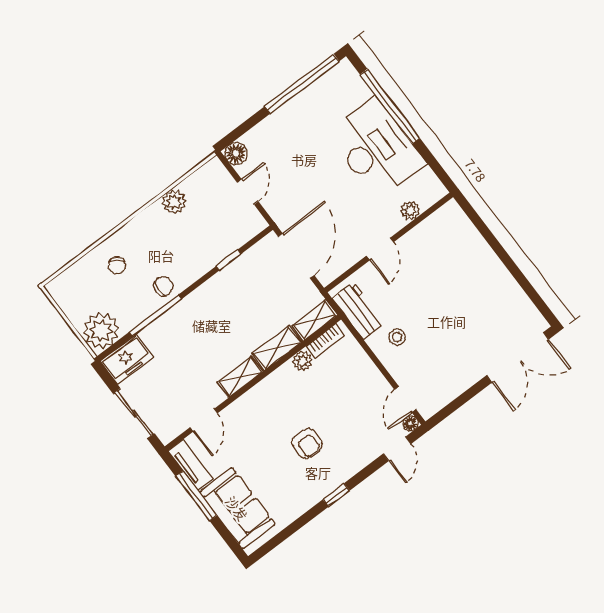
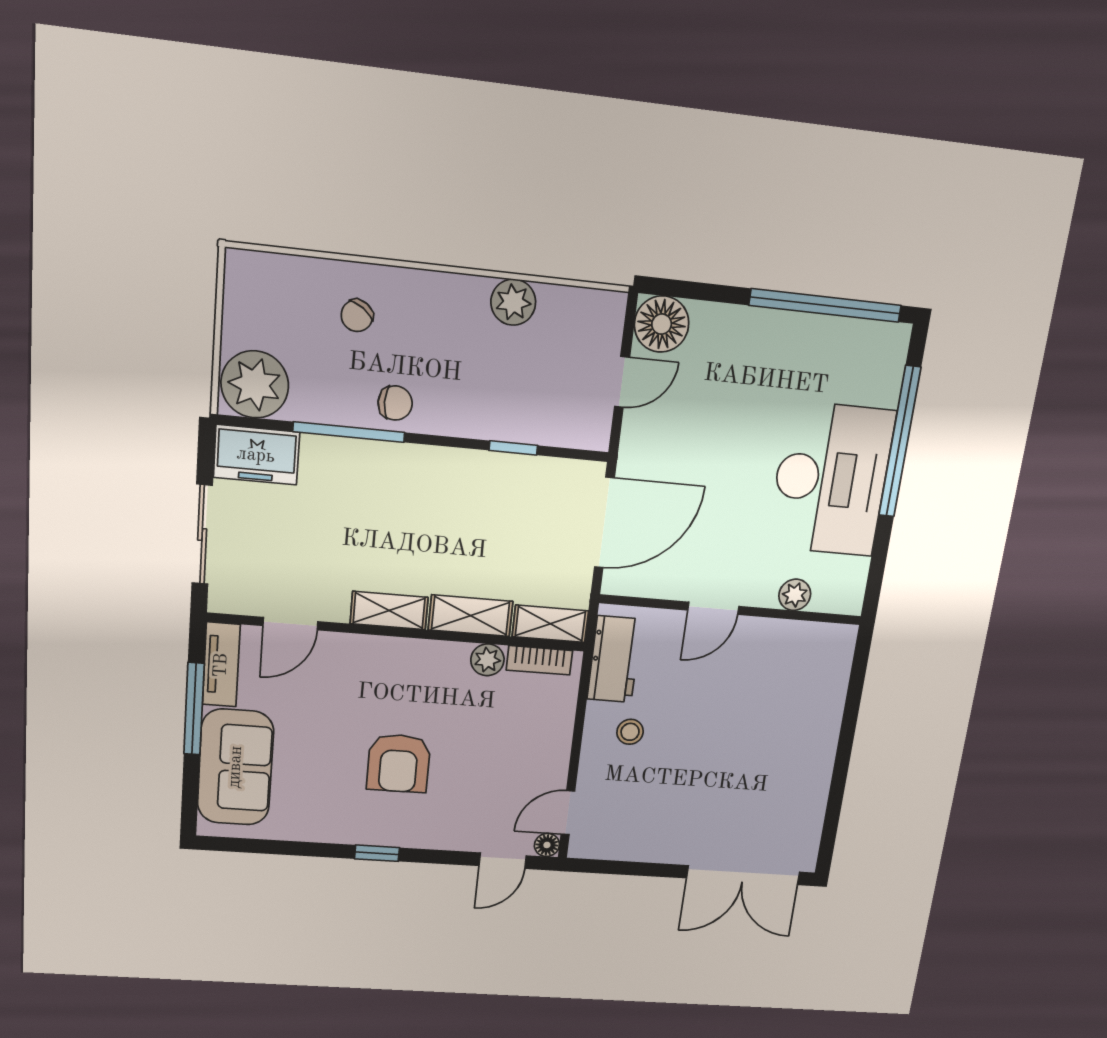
floor lamp: (236, 154) -> (662, 324), width x1.38, depth x1.38
armchair: (307, 443) -> (399, 763), width x1.38, depth x1.38

